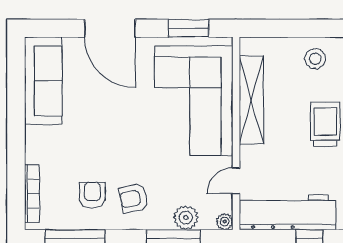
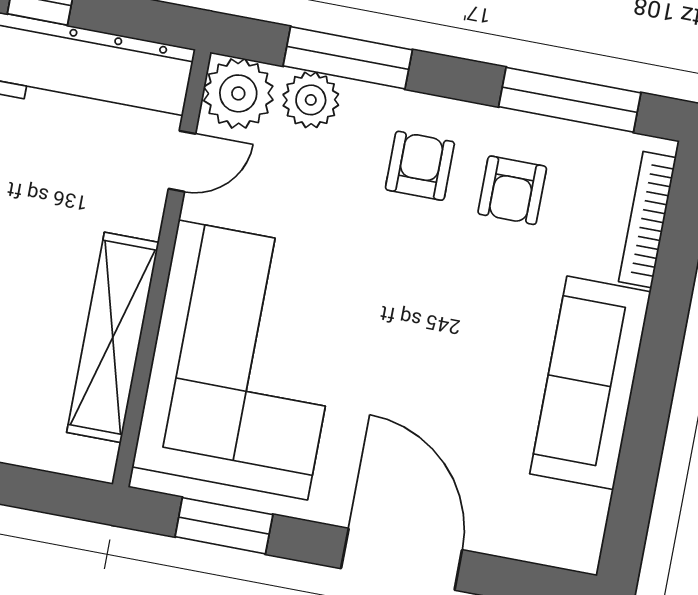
sofa: (43, 81) -> (590, 383), moved
armchair: (134, 198) -> (420, 166), turned -78
plant: (225, 222) -> (238, 93), width x1.88, depth x1.88

